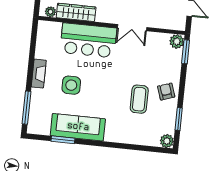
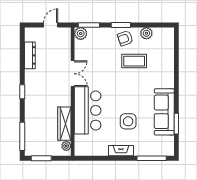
window: (179, 119) -> (121, 25), moved
plant: (167, 141) -> (146, 33), moved

